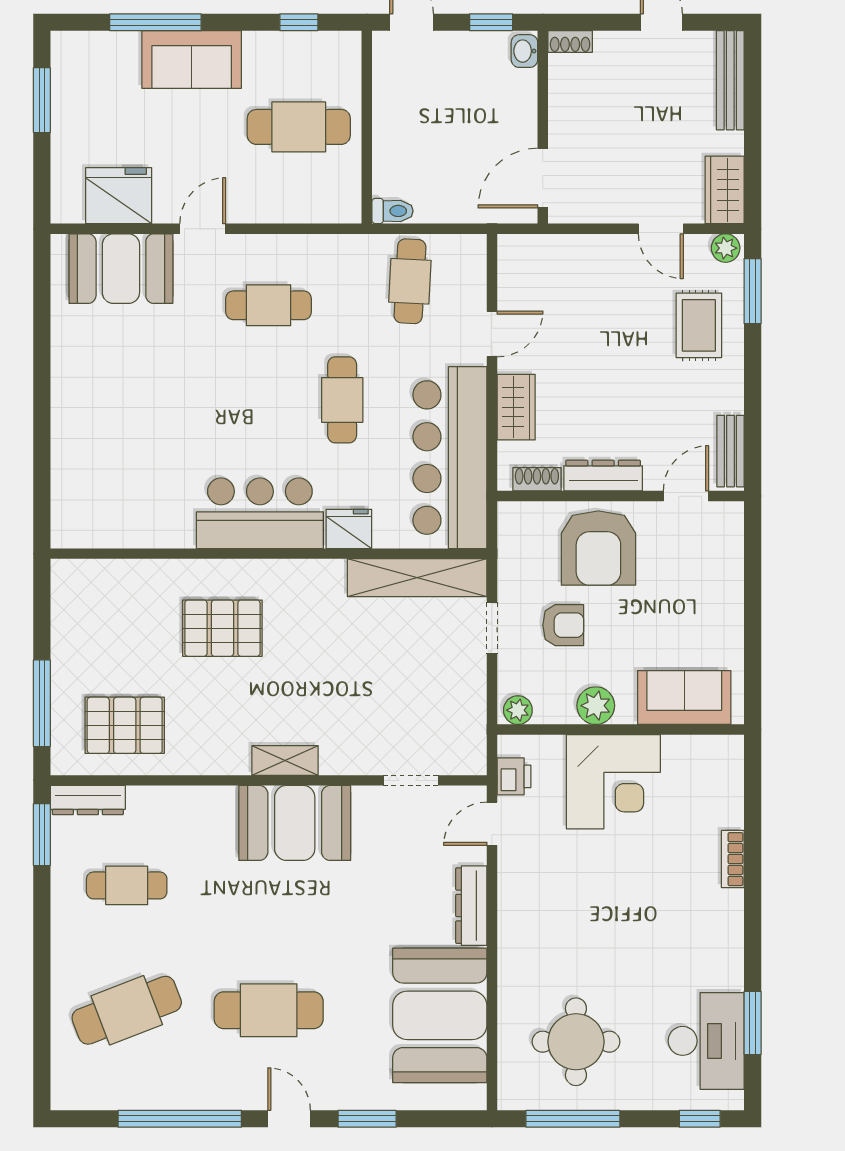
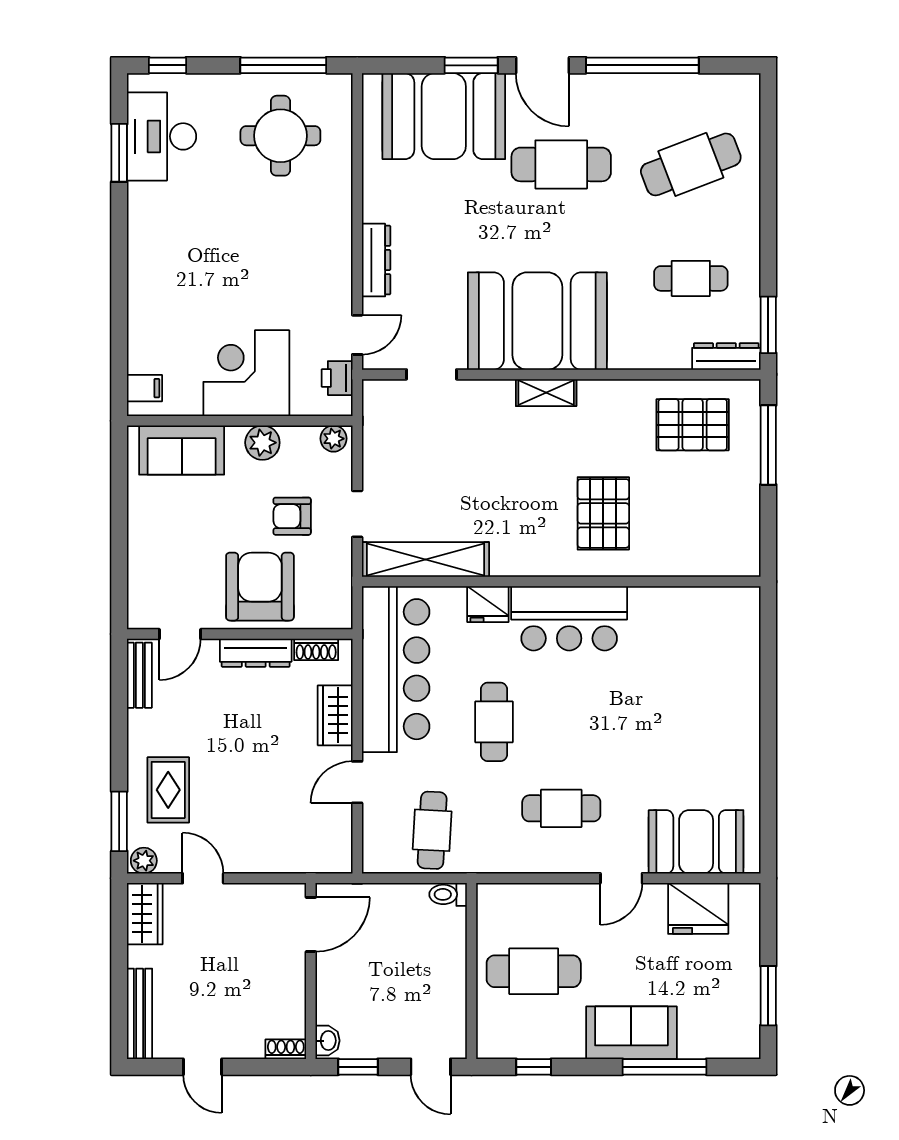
pallet: (222, 628) -> (603, 513), turned 90
filing cabinet: (725, 765) -> (145, 388), added
booth: (295, 823) -> (537, 321), width x1.36, depth x1.42
bookcase: (733, 859) -> (137, 303), removed
booth: (440, 1015) -> (444, 116), moved, turned 90
door: (289, 1119) -> (543, 65), width x1.38

